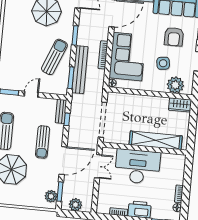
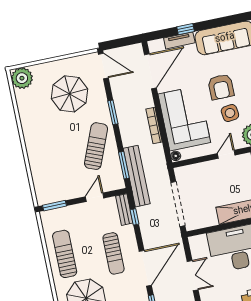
armchair: (174, 37) -> (221, 87), moved
bench: (80, 70) -> (137, 176), moved
door: (151, 93) -> (226, 154), added
door: (31, 94) -> (95, 197), moved
double door: (98, 166) -> (193, 276), moved

